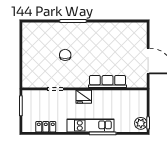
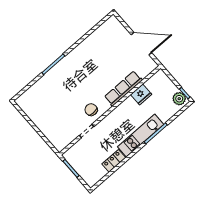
chair: (65, 55) -> (91, 110), moved
fridge: (84, 97) -> (141, 94), moved
locker: (46, 127) -> (114, 161), moved

